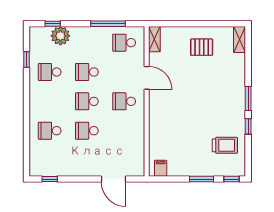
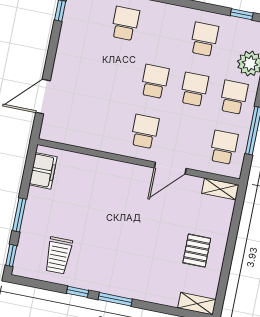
window: (26, 60) -> (242, 14), moved
school desk: (87, 131) -> (234, 97), moved
filing cabinet: (161, 168) -> (43, 171), width x2.00

